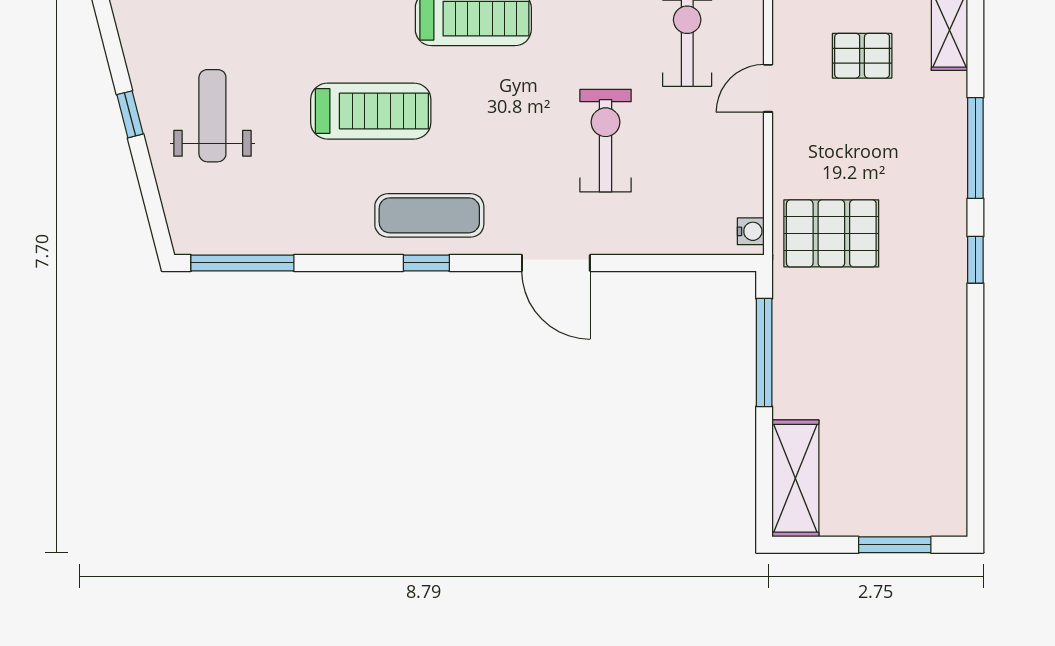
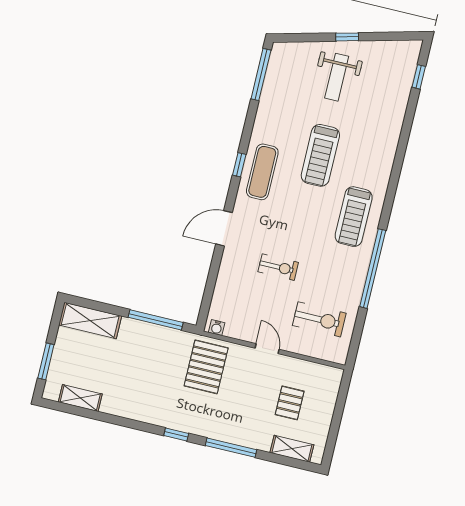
door: (768, 88) -> (267, 349), moved
weight bench: (212, 116) -> (337, 77), turned 90
exercise bike: (606, 141) -> (278, 267), width x0.73, depth x0.72
shelving: (949, 462) -> (80, 398), added

